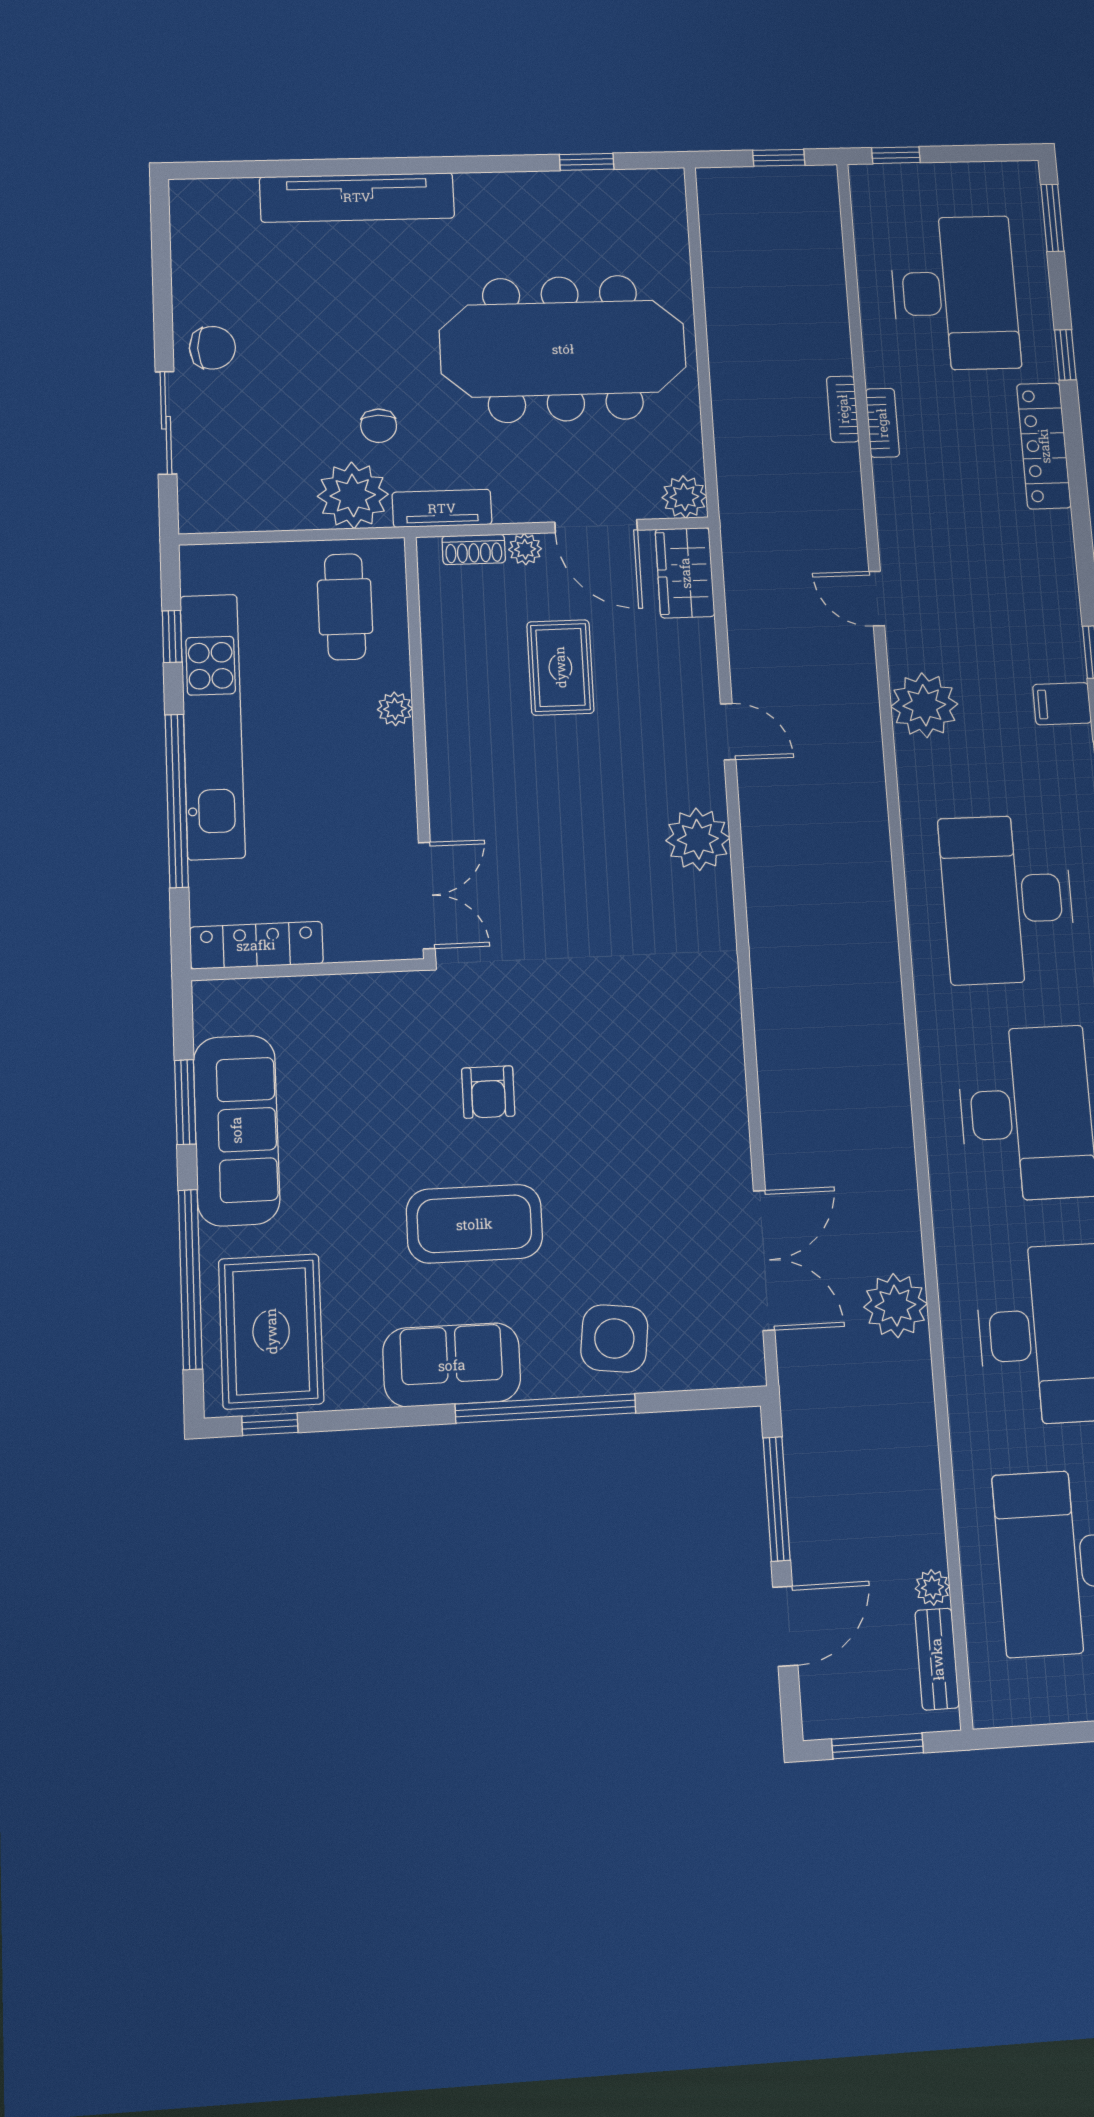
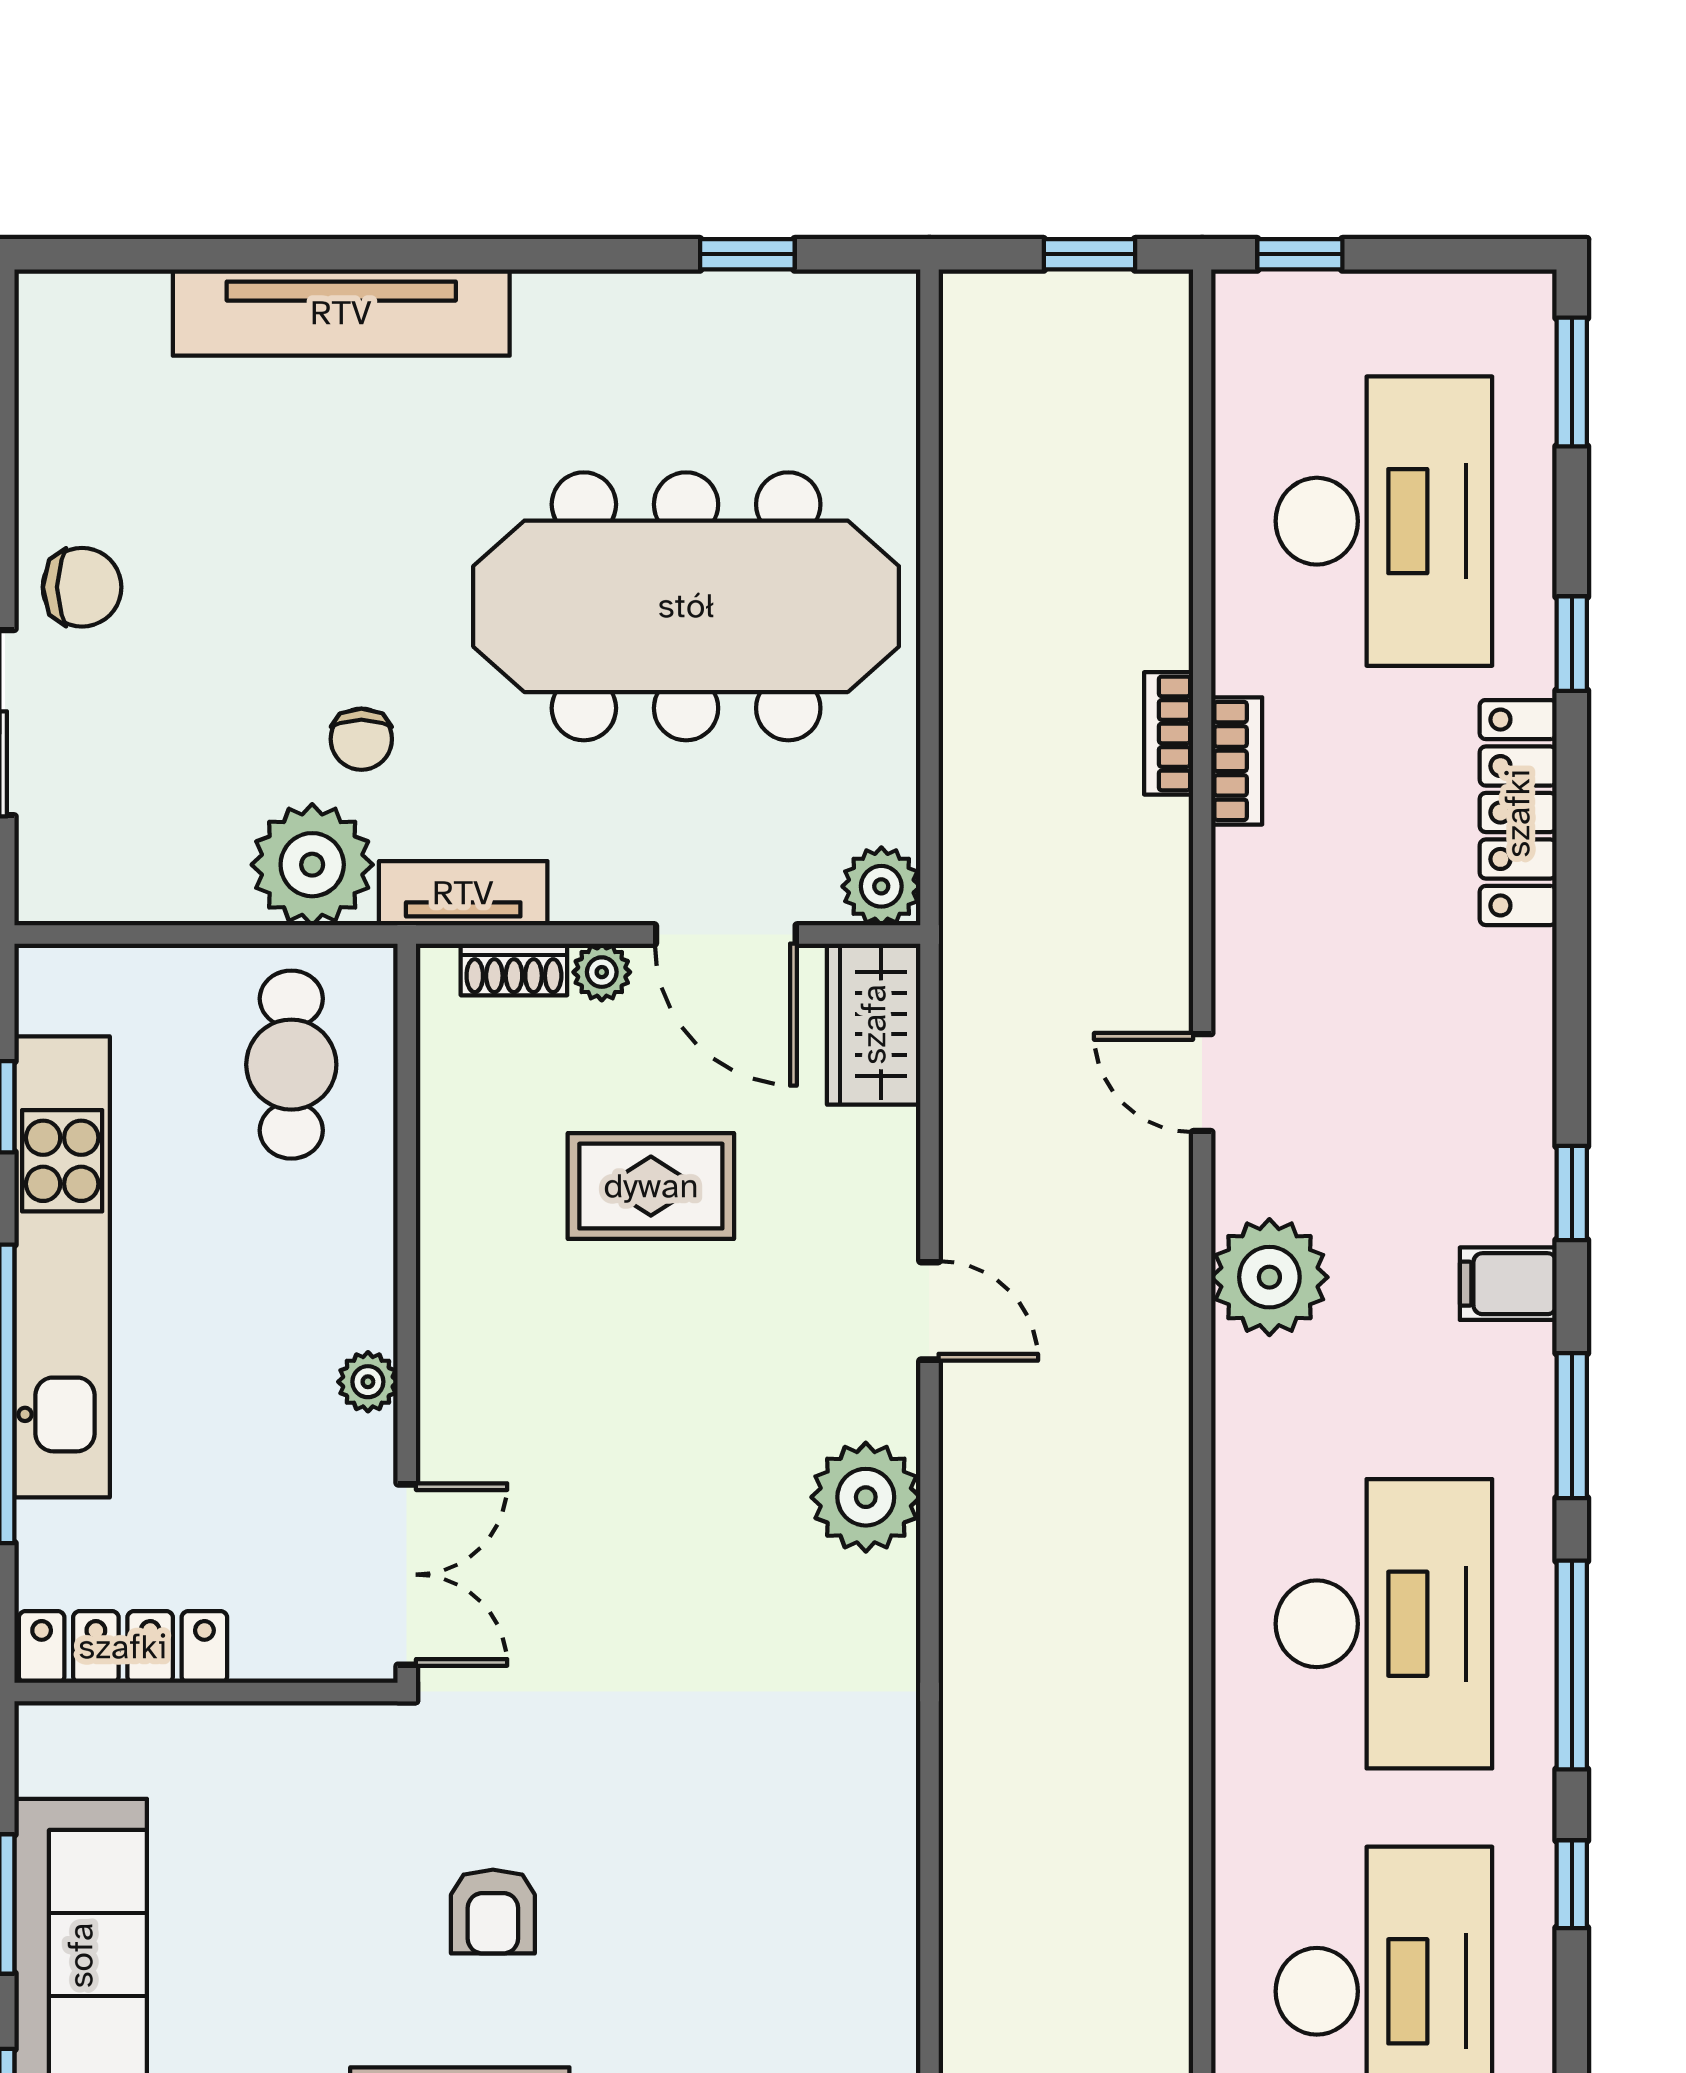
rug: (560, 667) -> (651, 1186), turned 90
plant: (395, 709) -> (368, 1382), moved
desk: (1007, 899) -> (1384, 1624), turned 180

